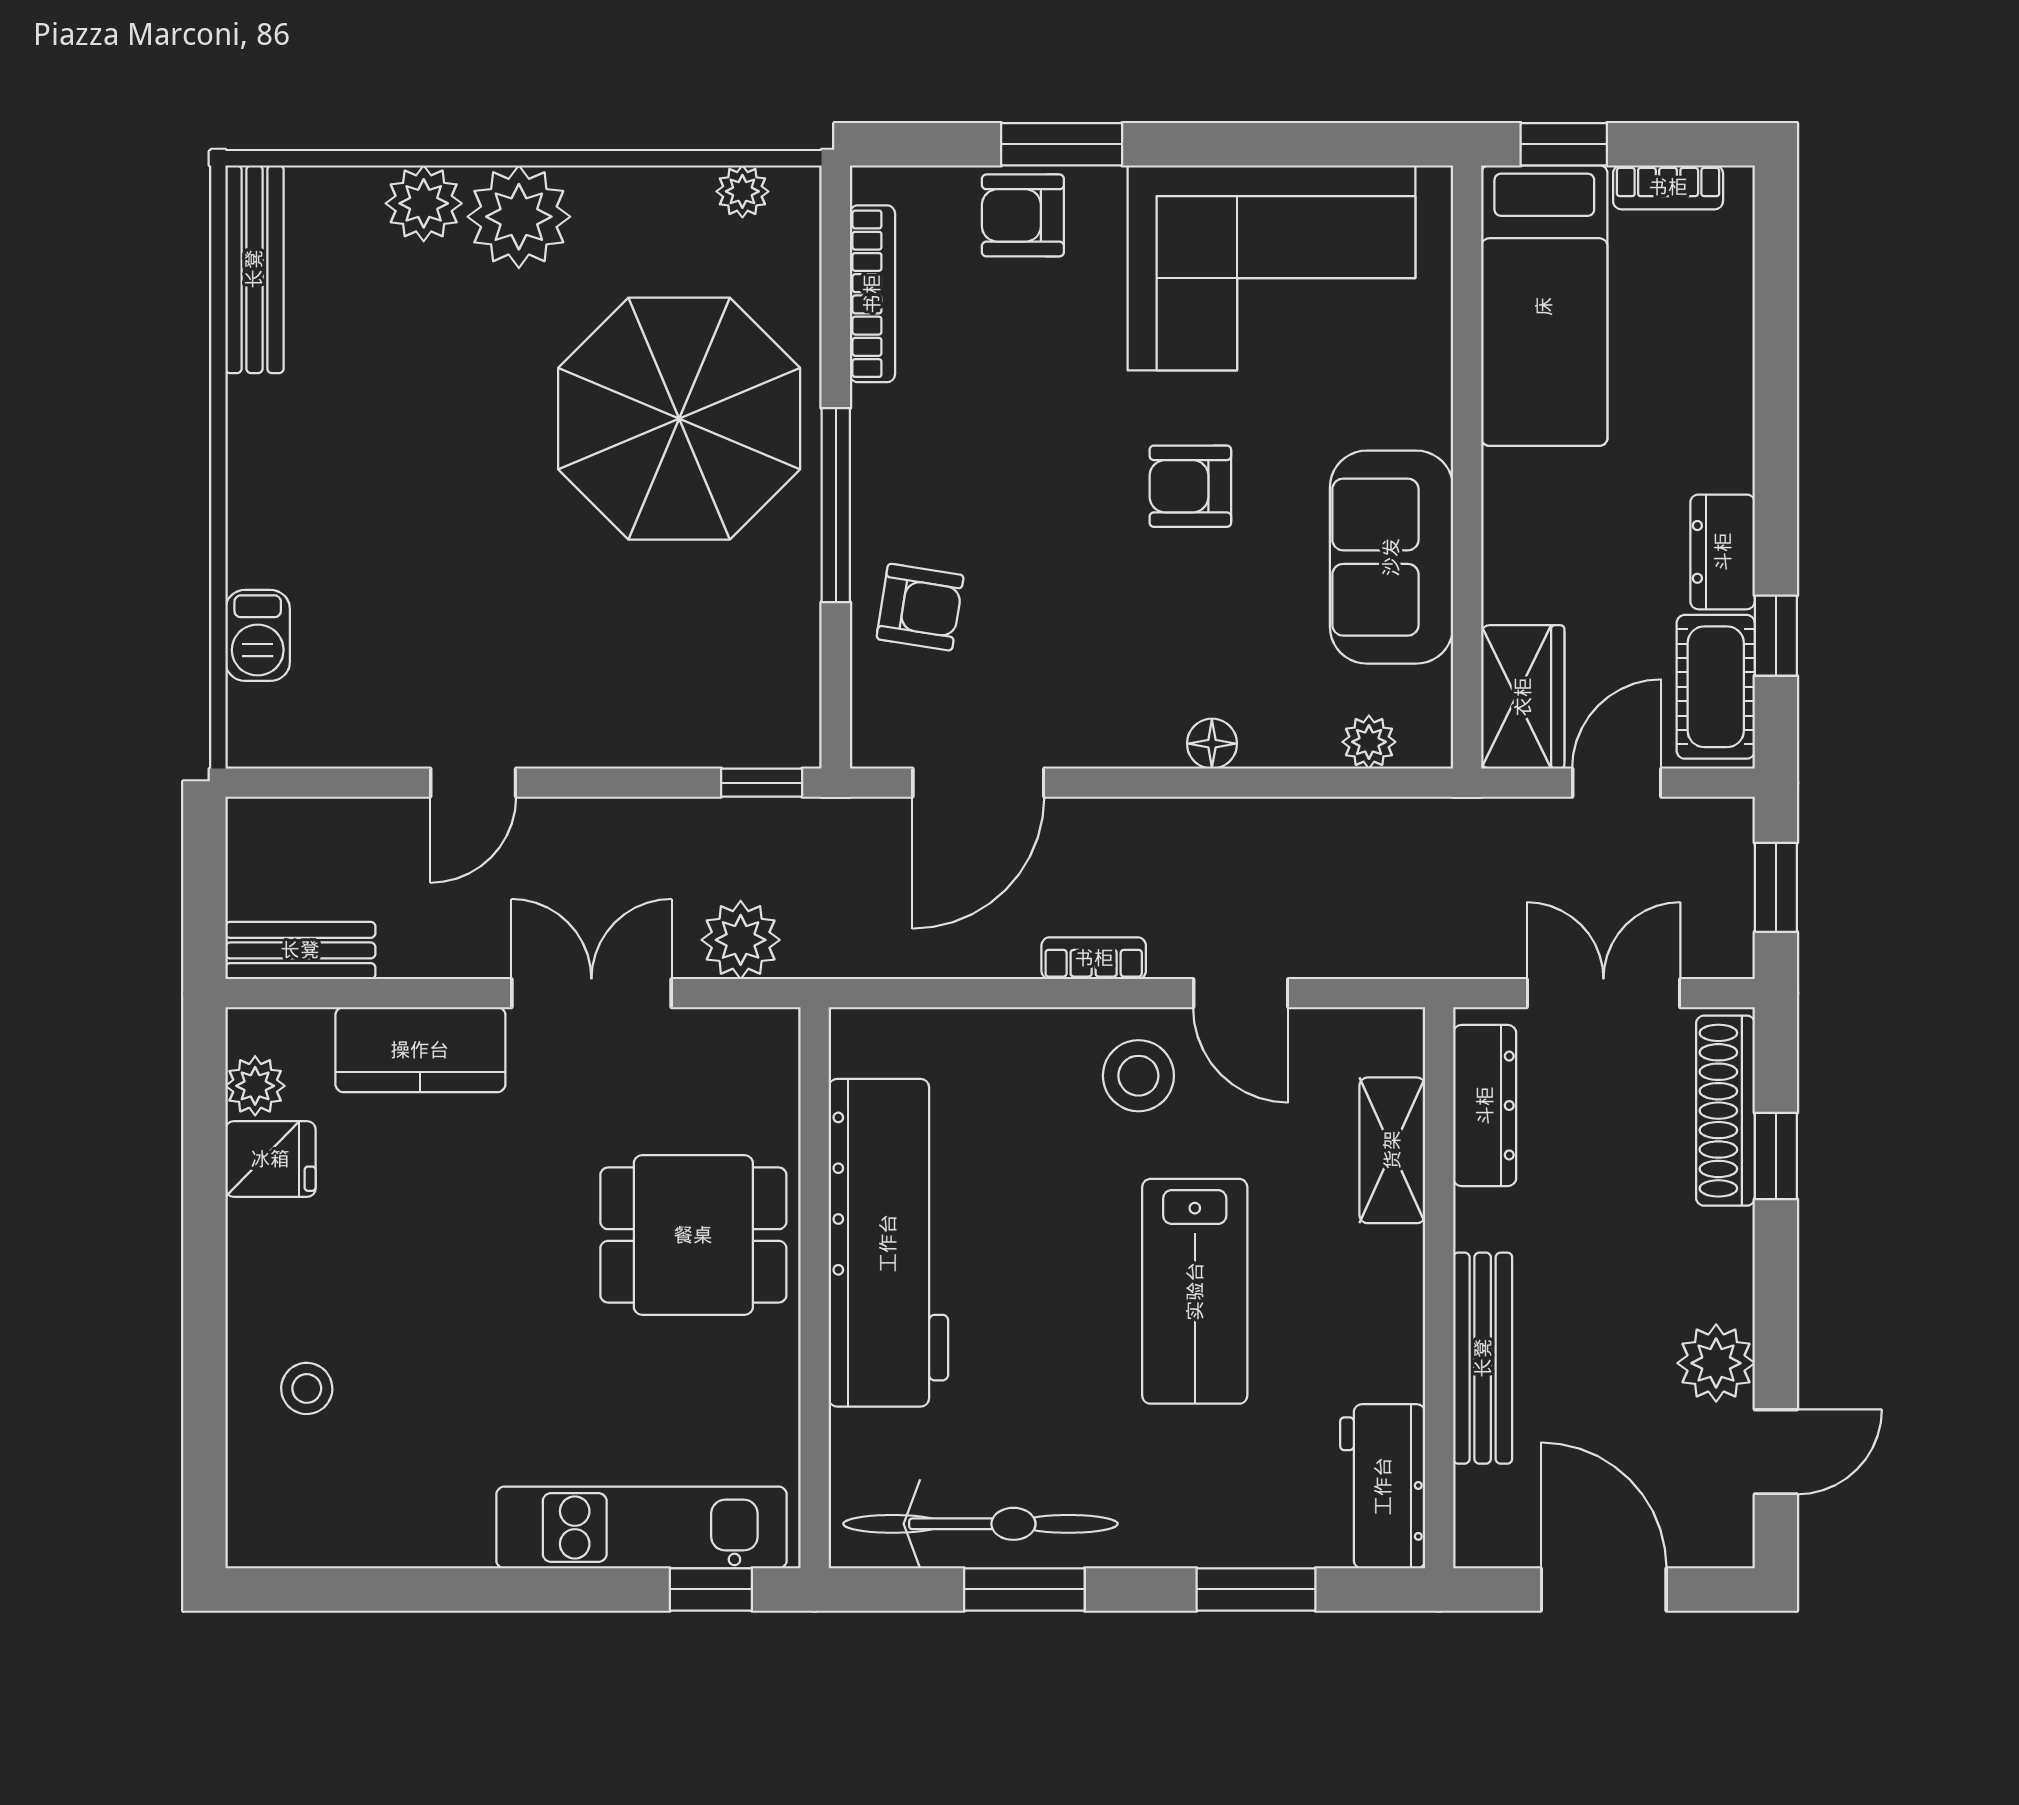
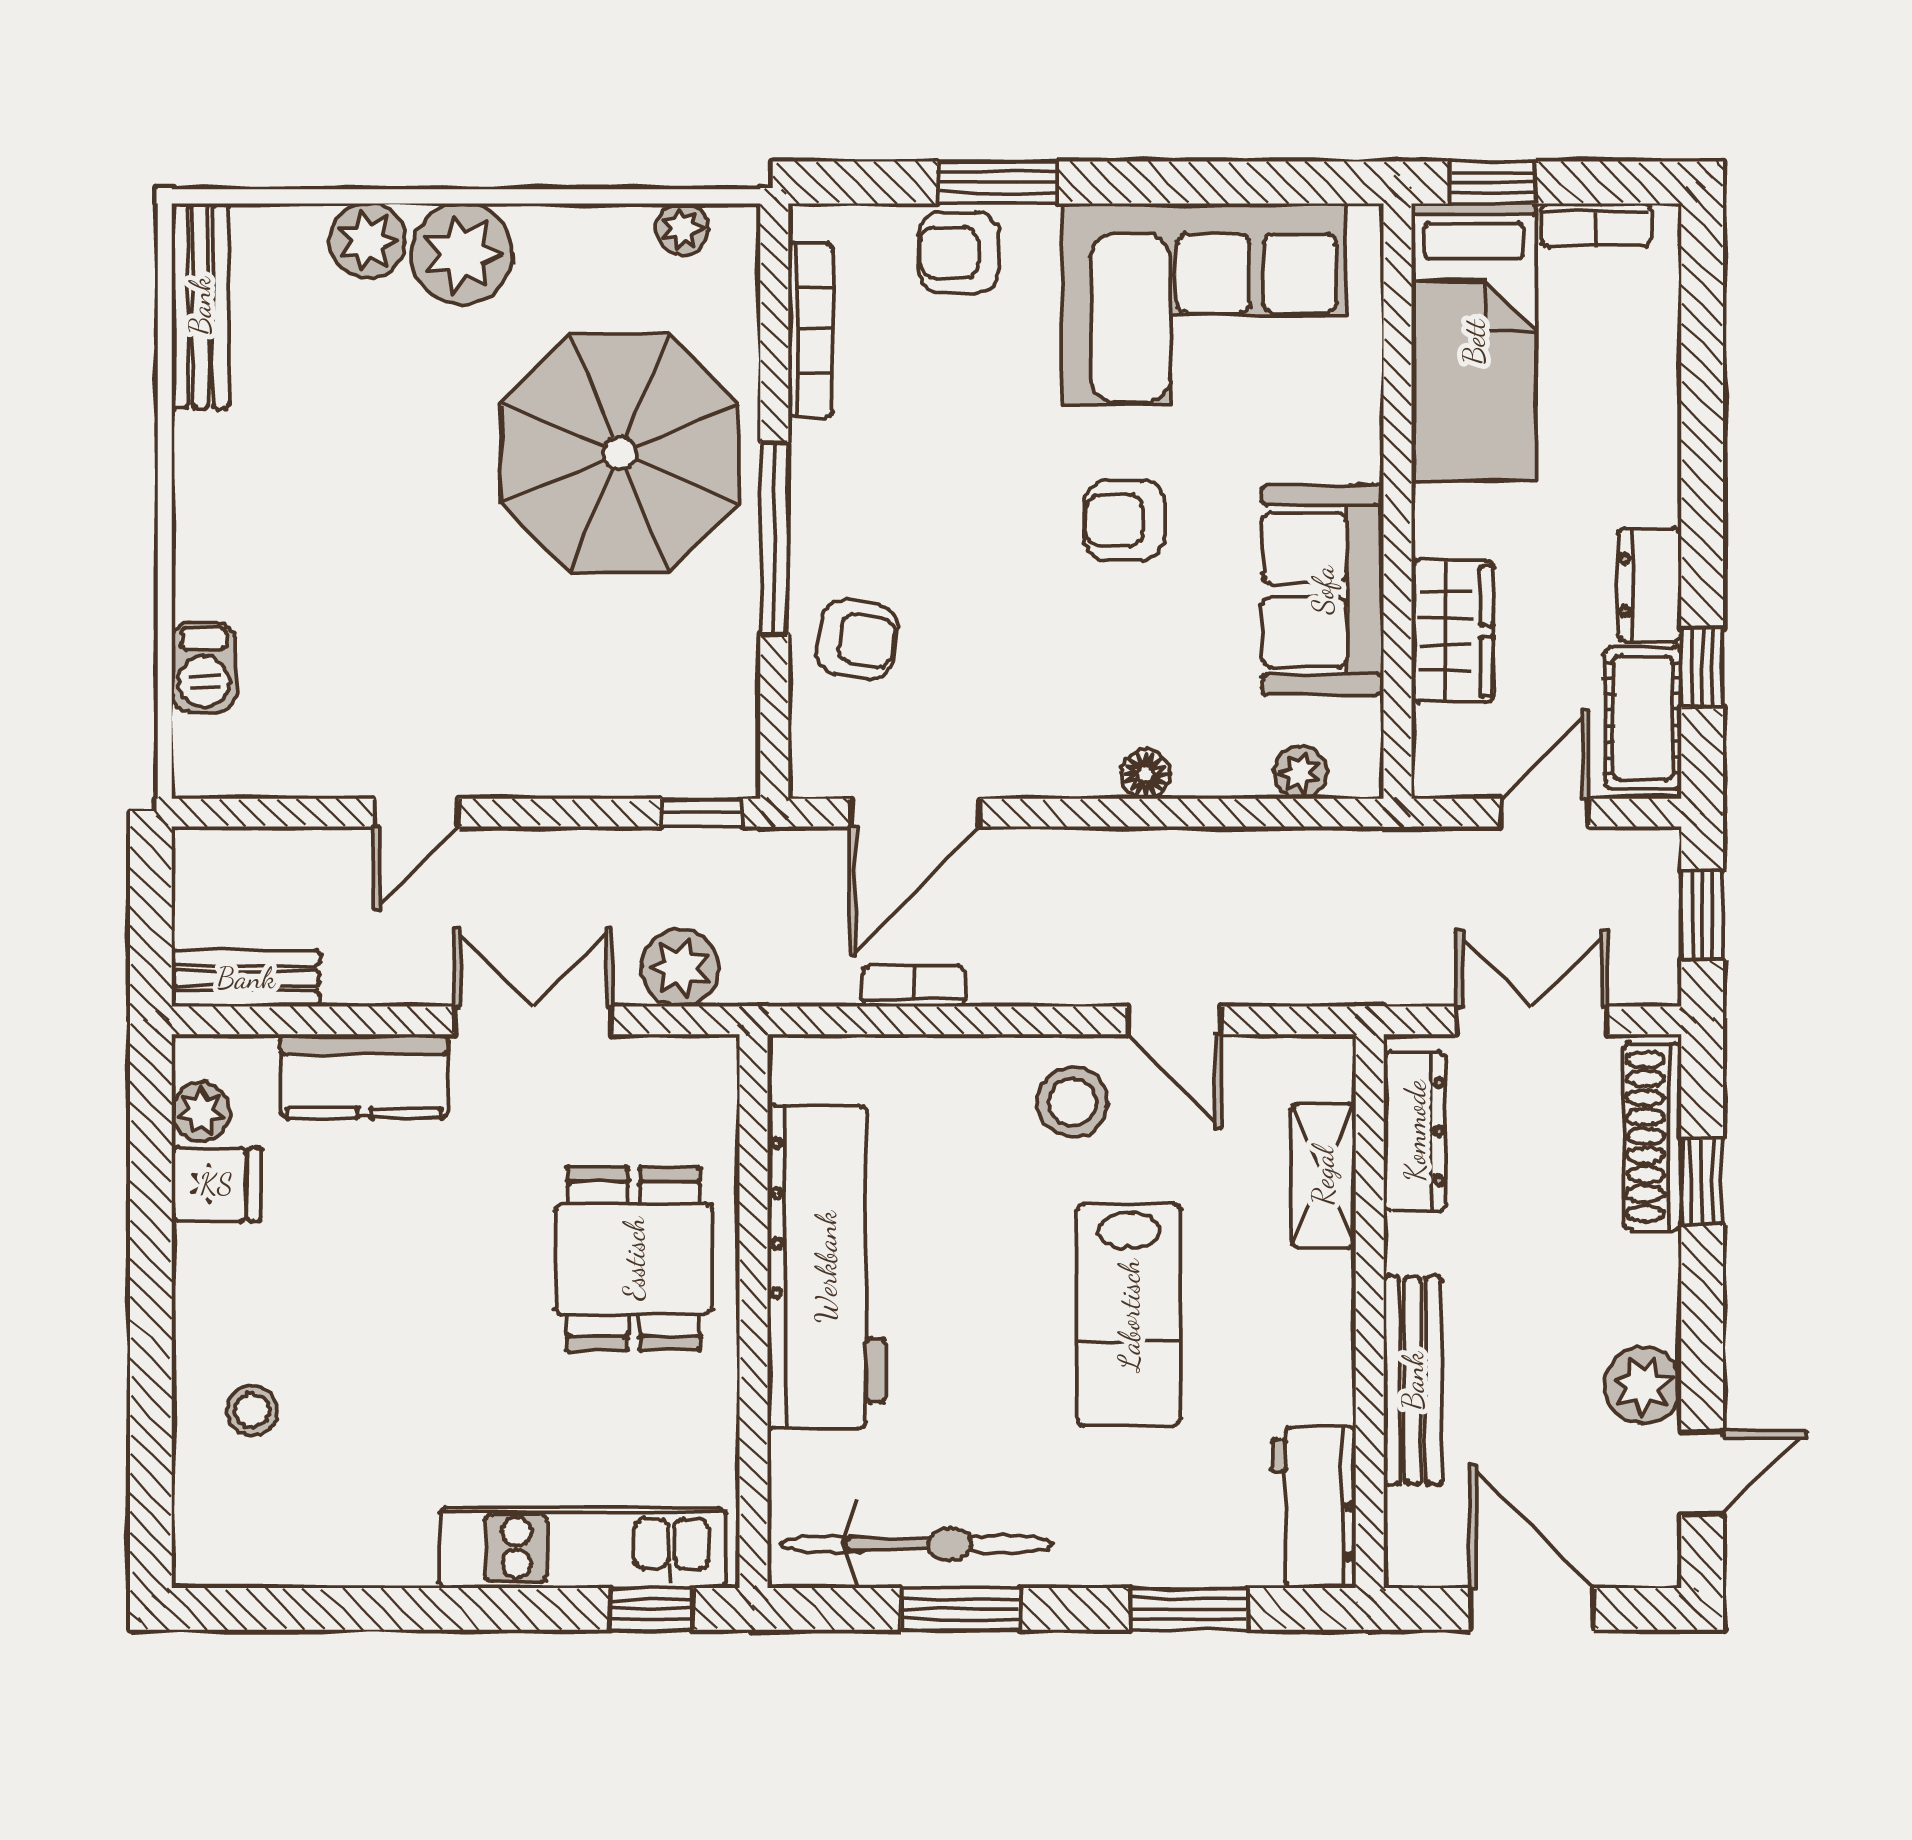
wardrobe: (1523, 697) -> (1452, 631), moved
bookcase: (1094, 958) -> (914, 986), moved
dining table: (693, 1235) -> (634, 1259), turned 90

